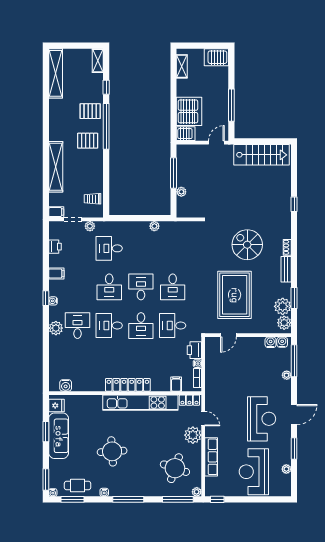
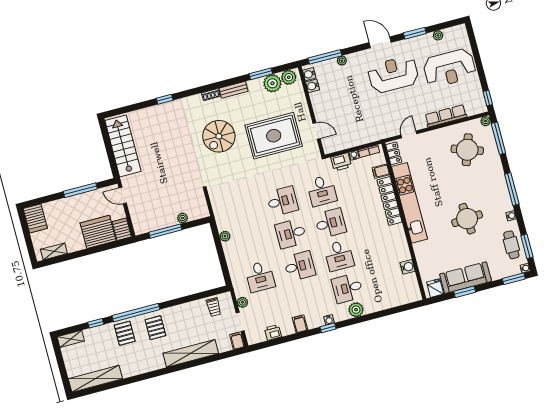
water cooler: (66, 385) -> (408, 267), moved
locker: (128, 385) -> (389, 201), moved
plant: (193, 435) -> (429, 140), removed

